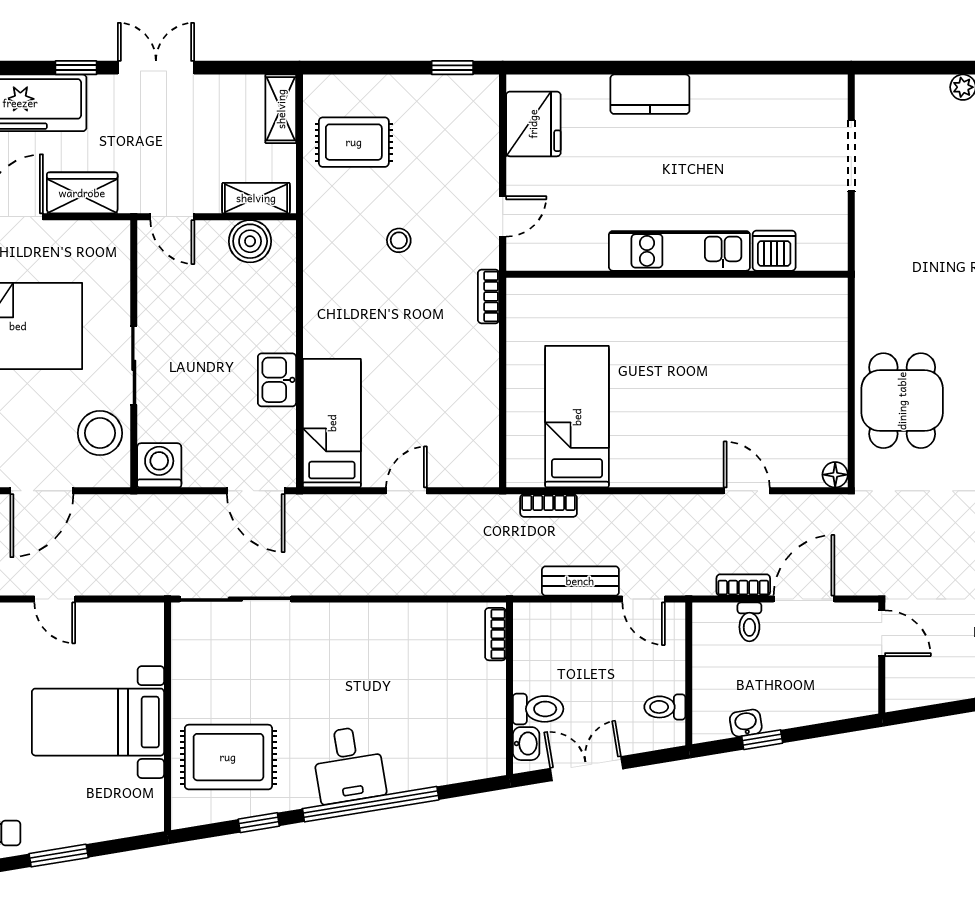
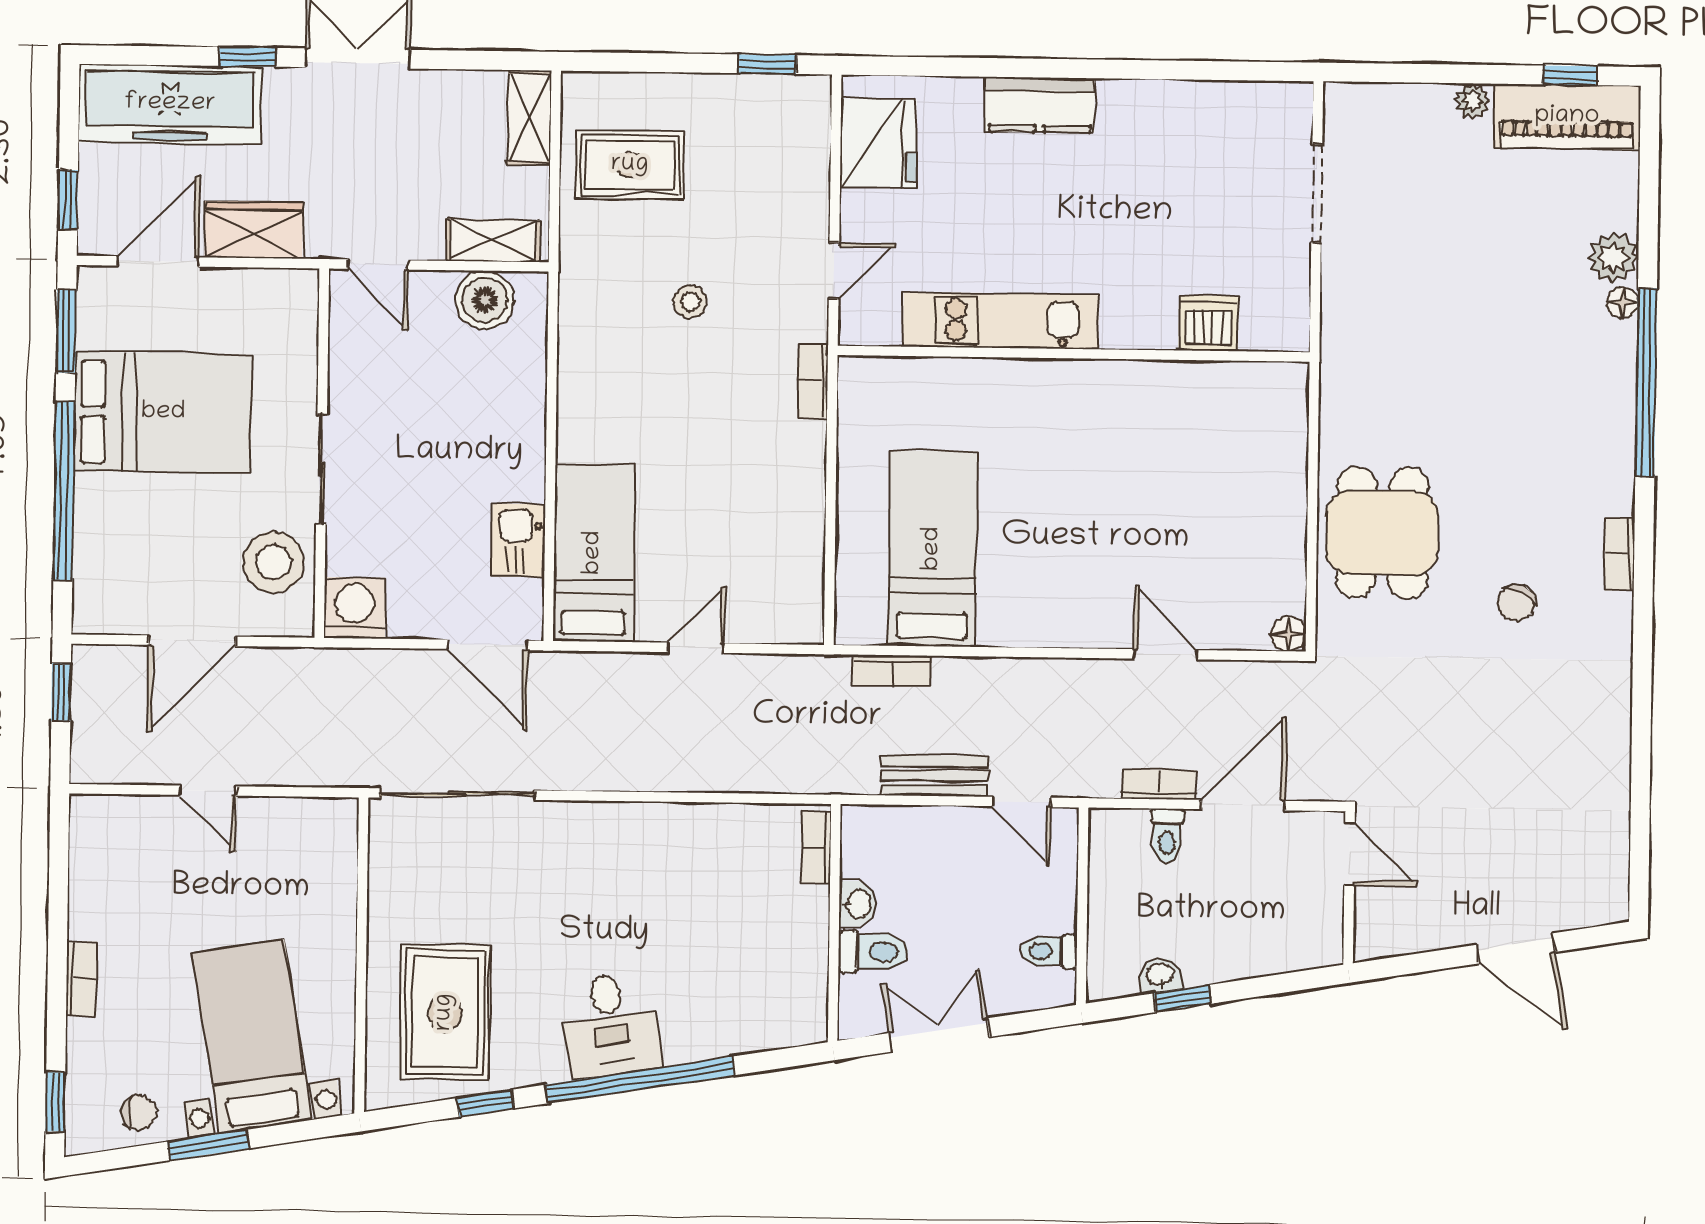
kitchen unit: (679, 251) -> (1001, 321), moved
kitchen sink: (277, 380) -> (518, 540), moved
bed with nightstands: (98, 722) -> (252, 1036), moved, turned 81
washbasin: (526, 744) -> (858, 904), moved
rug: (228, 757) -> (445, 1012), turned 90

